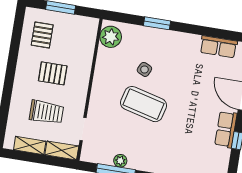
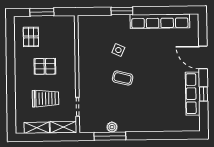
plant: (111, 37) -> (86, 29), removed
row of seats: (219, 47) -> (160, 21), width x2.02
coffee table: (144, 104) -> (123, 78), width x0.54, depth x0.58
row of seats: (226, 129) -> (193, 94), width x1.48

